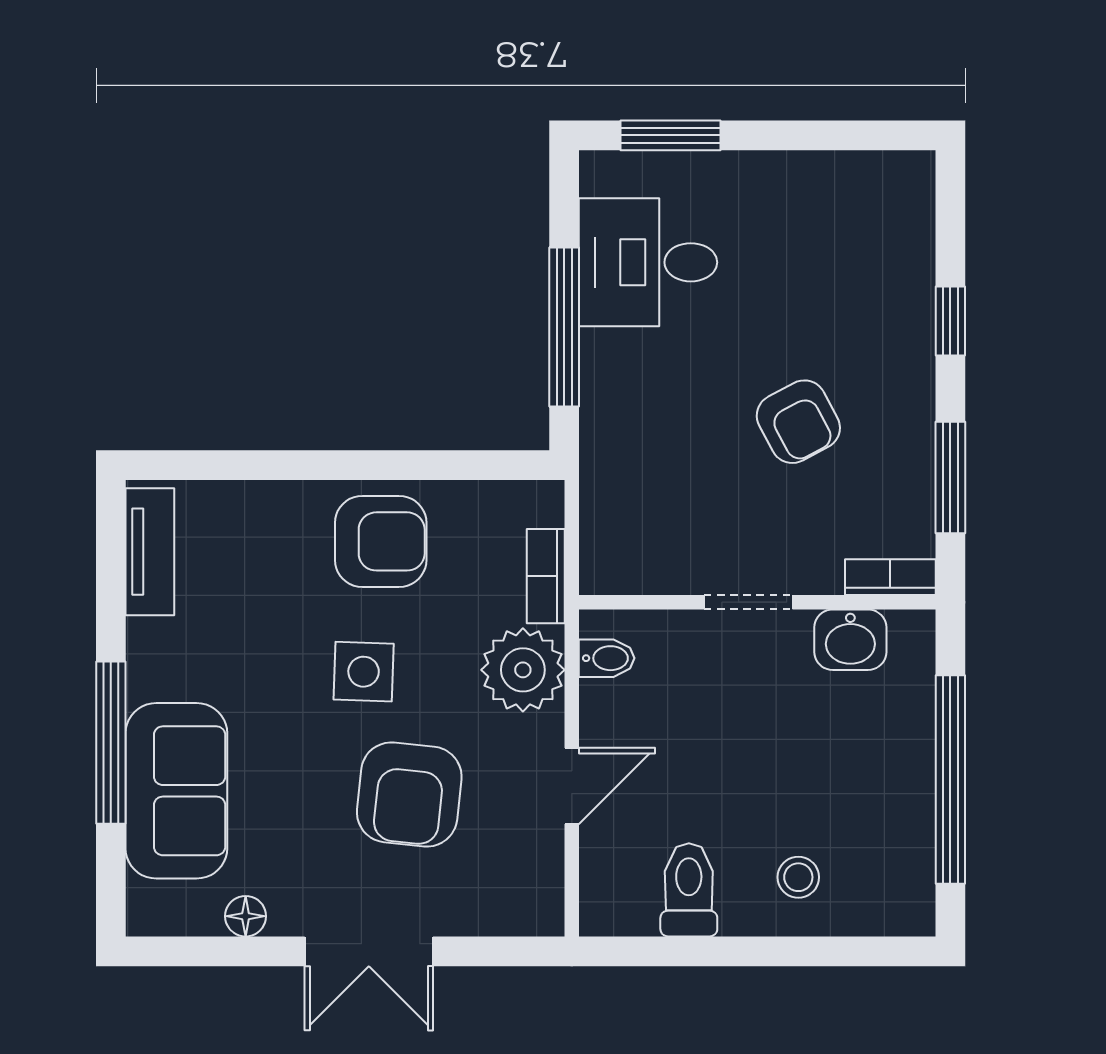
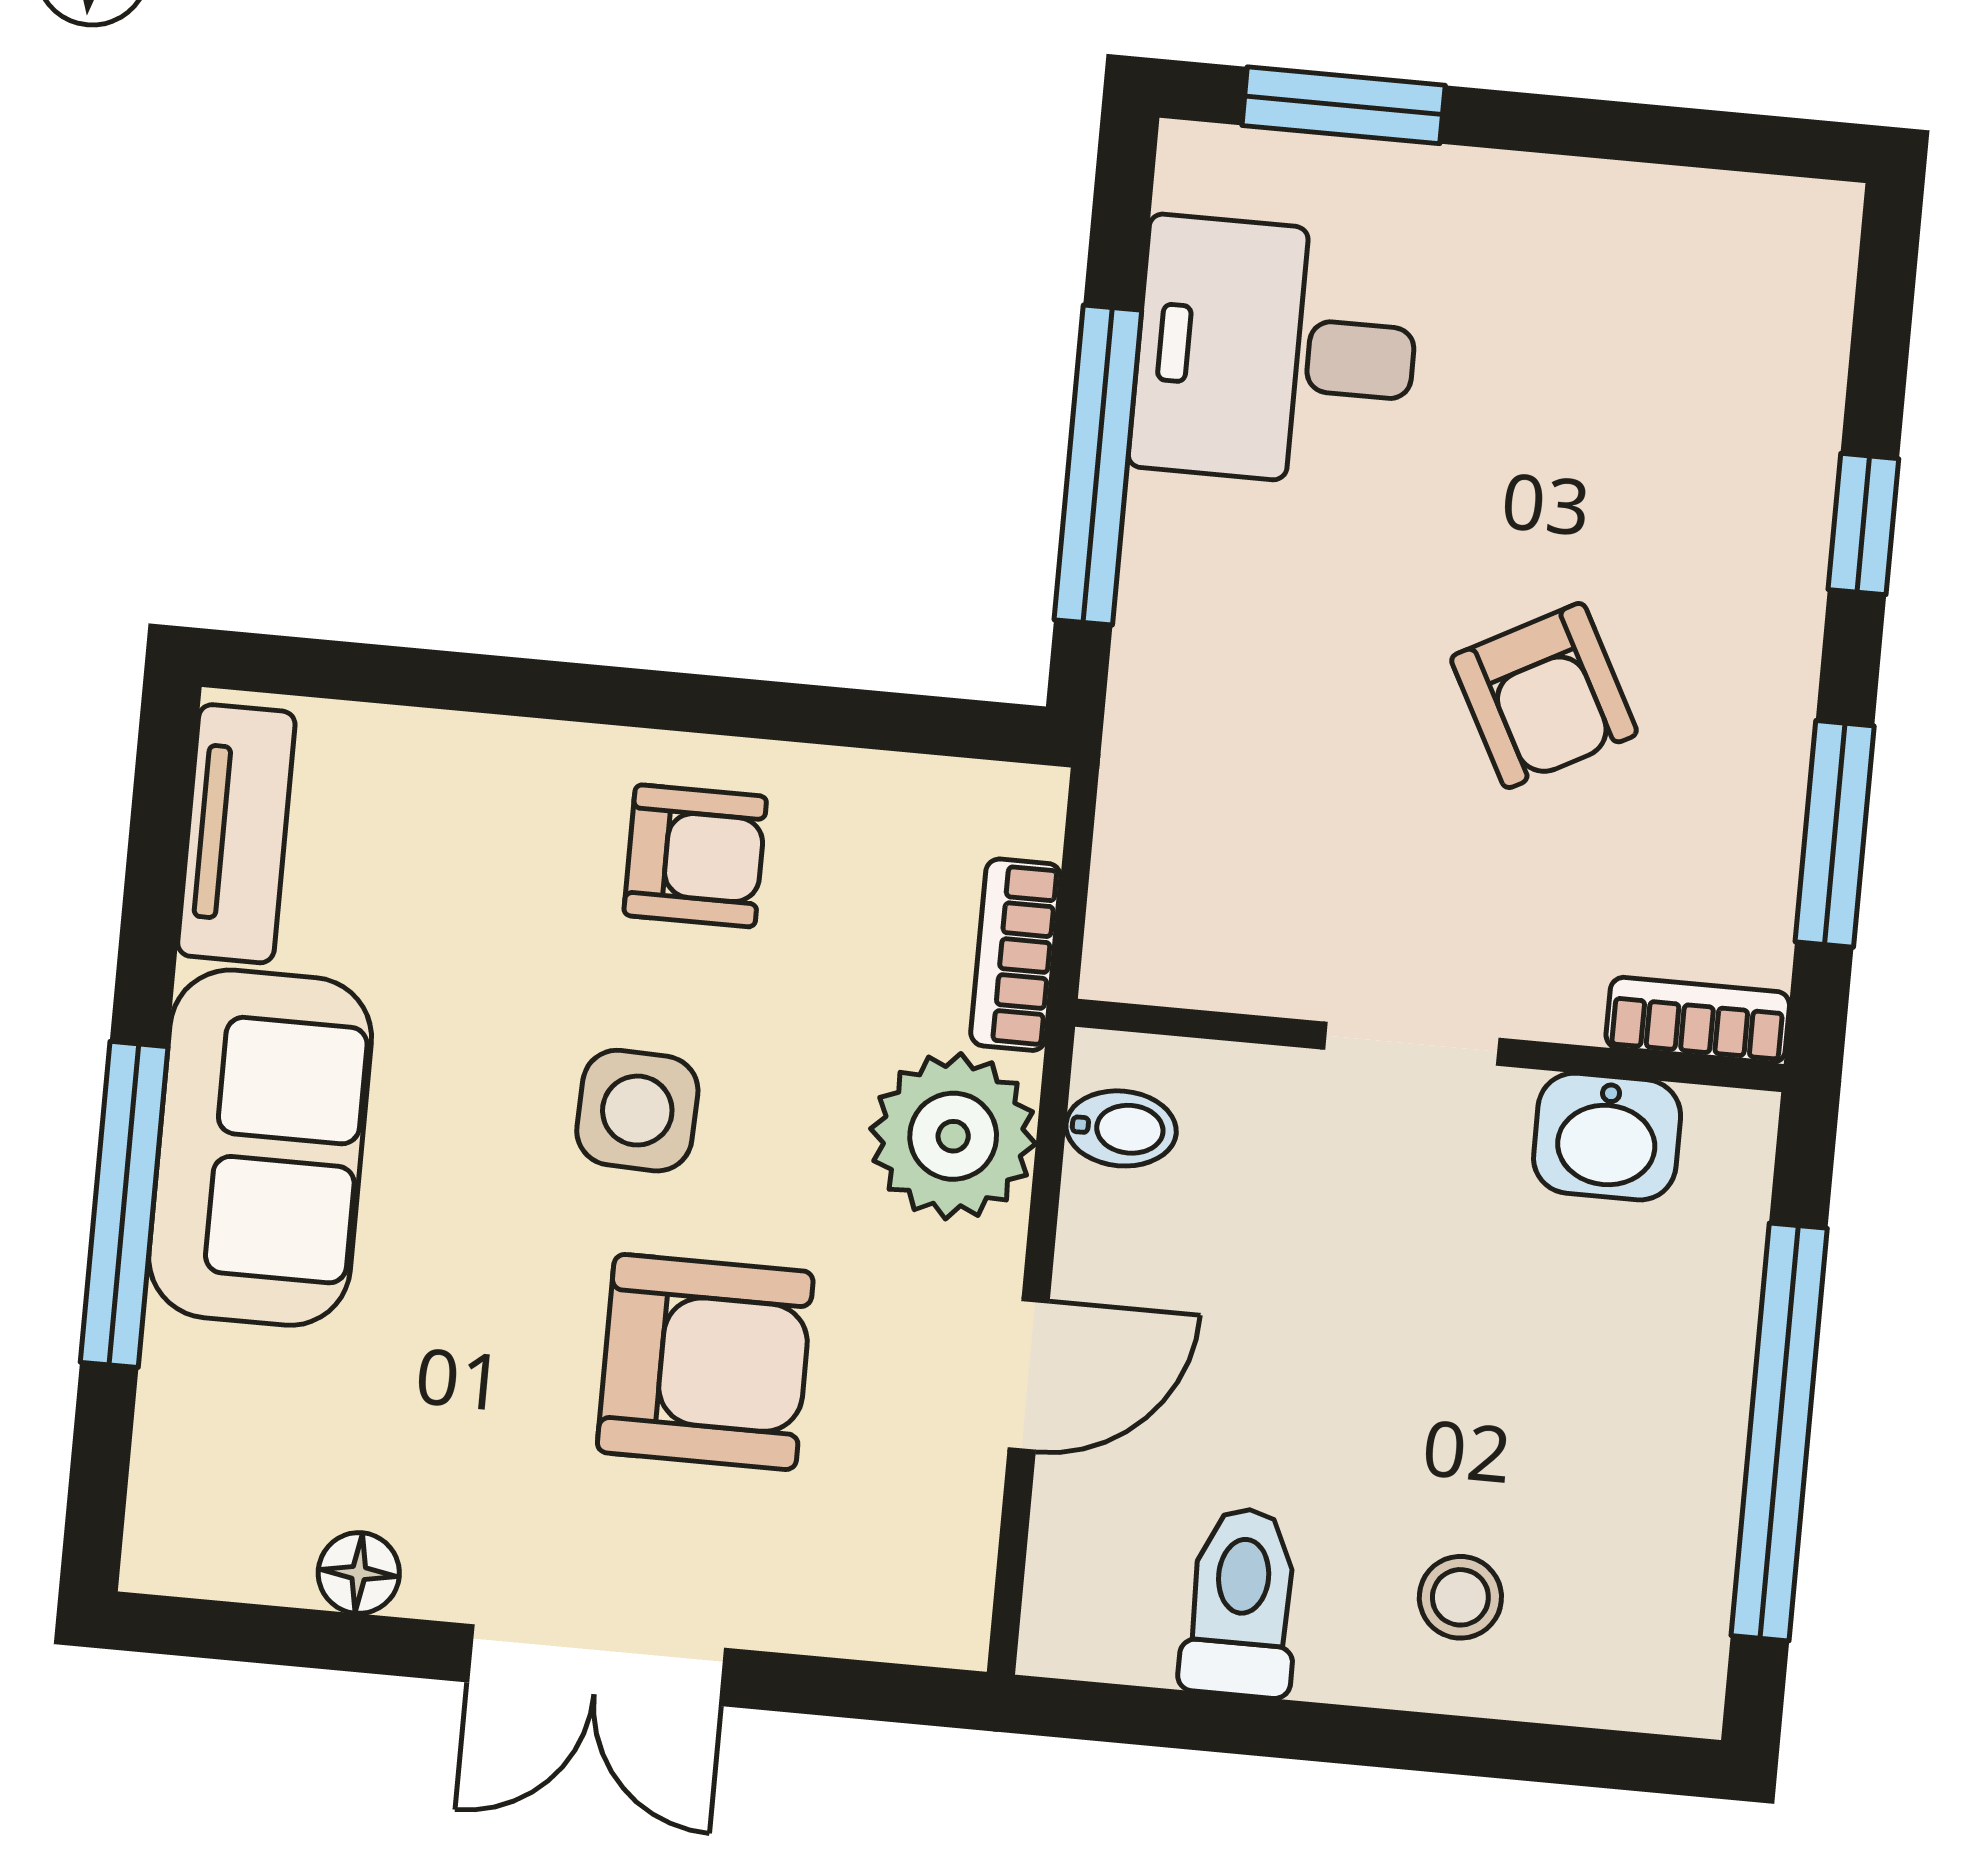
armchair: (381, 541) -> (695, 856), width x0.72, depth x0.72
sofa: (176, 791) -> (260, 1148), moved
armchair: (409, 794) -> (705, 1362), turned -96

